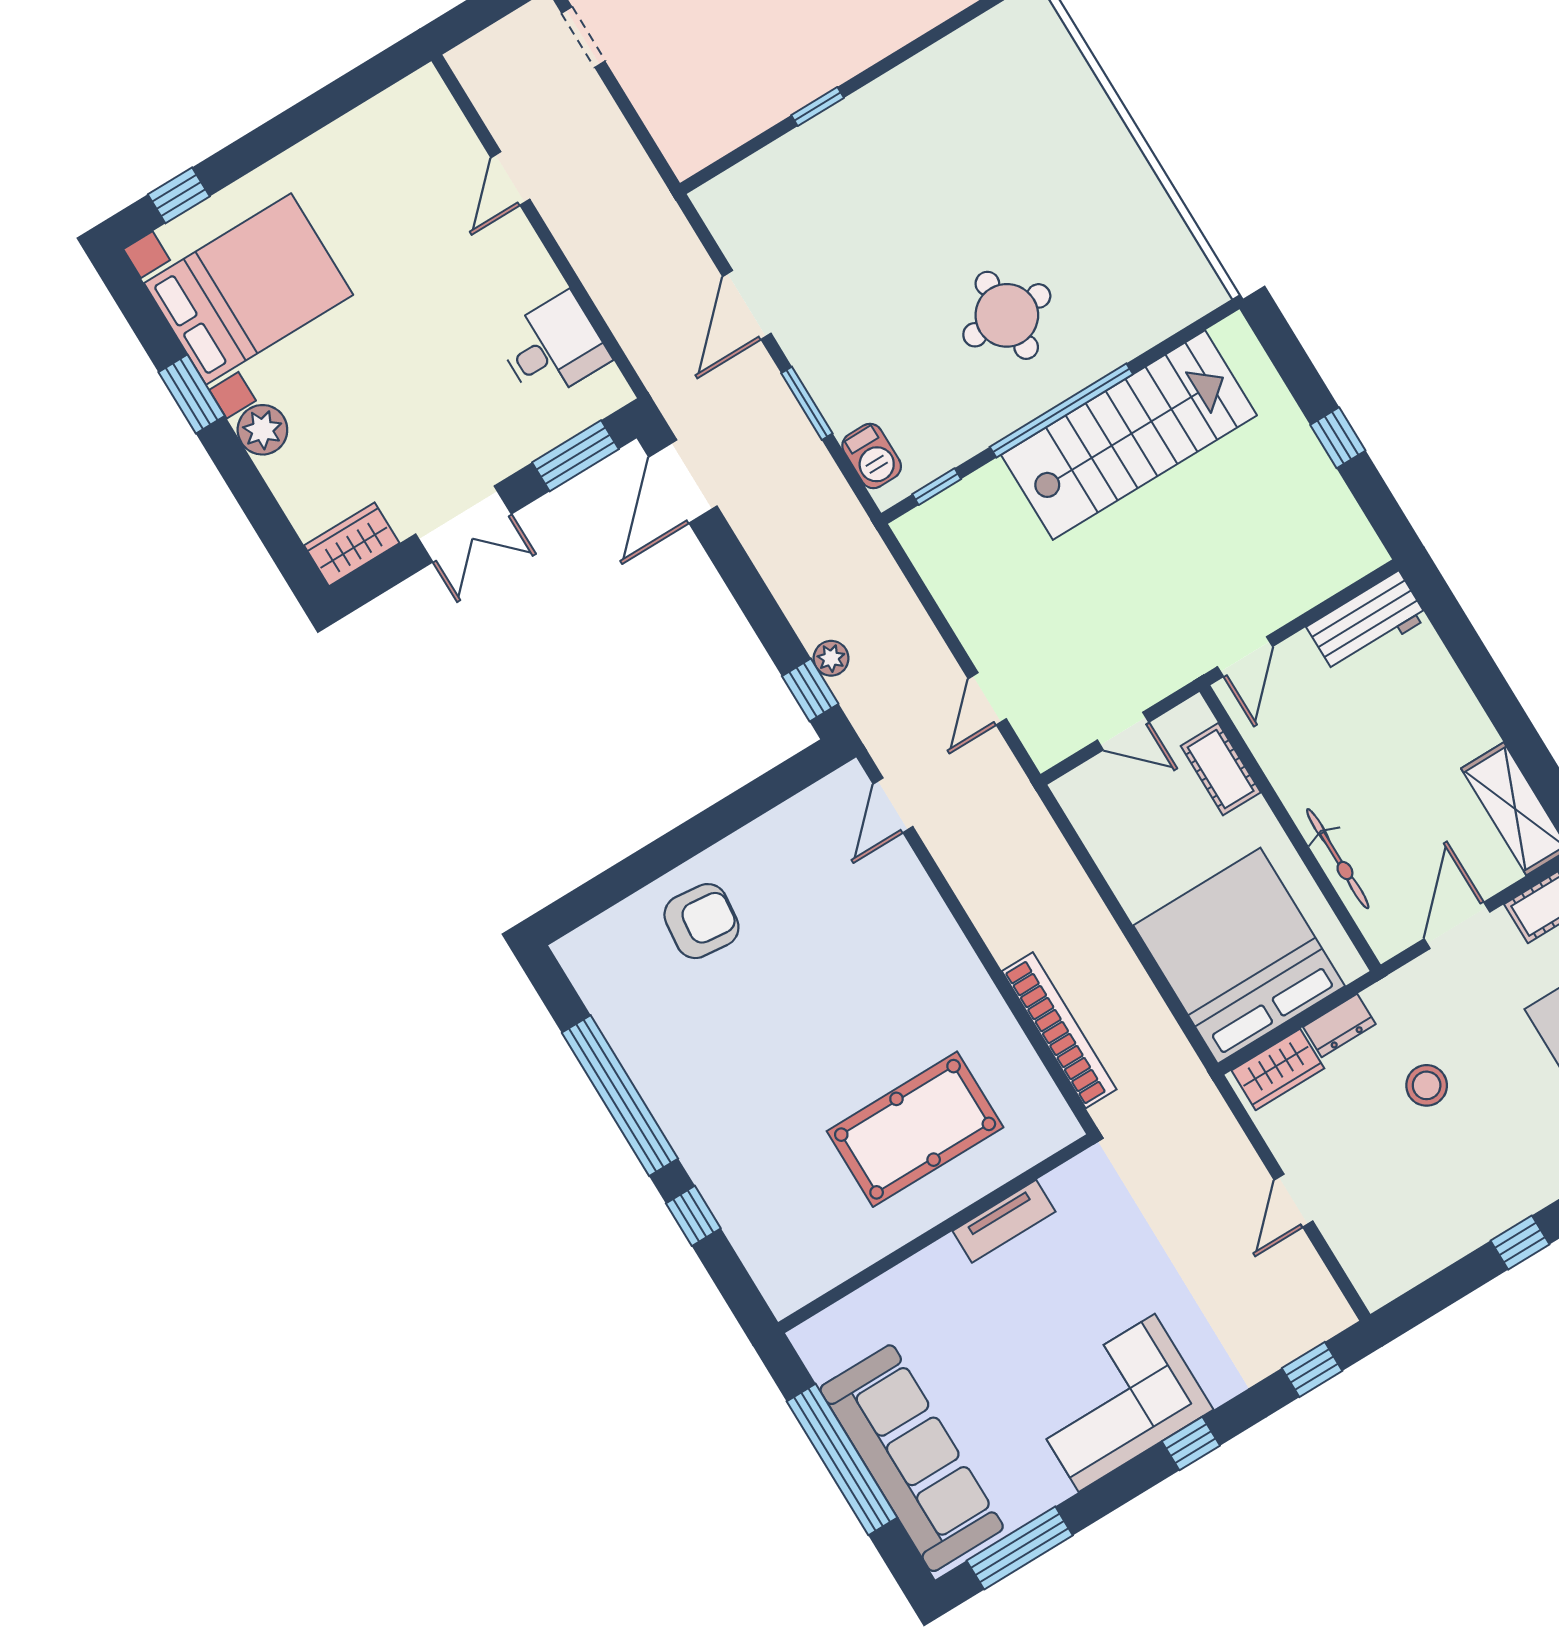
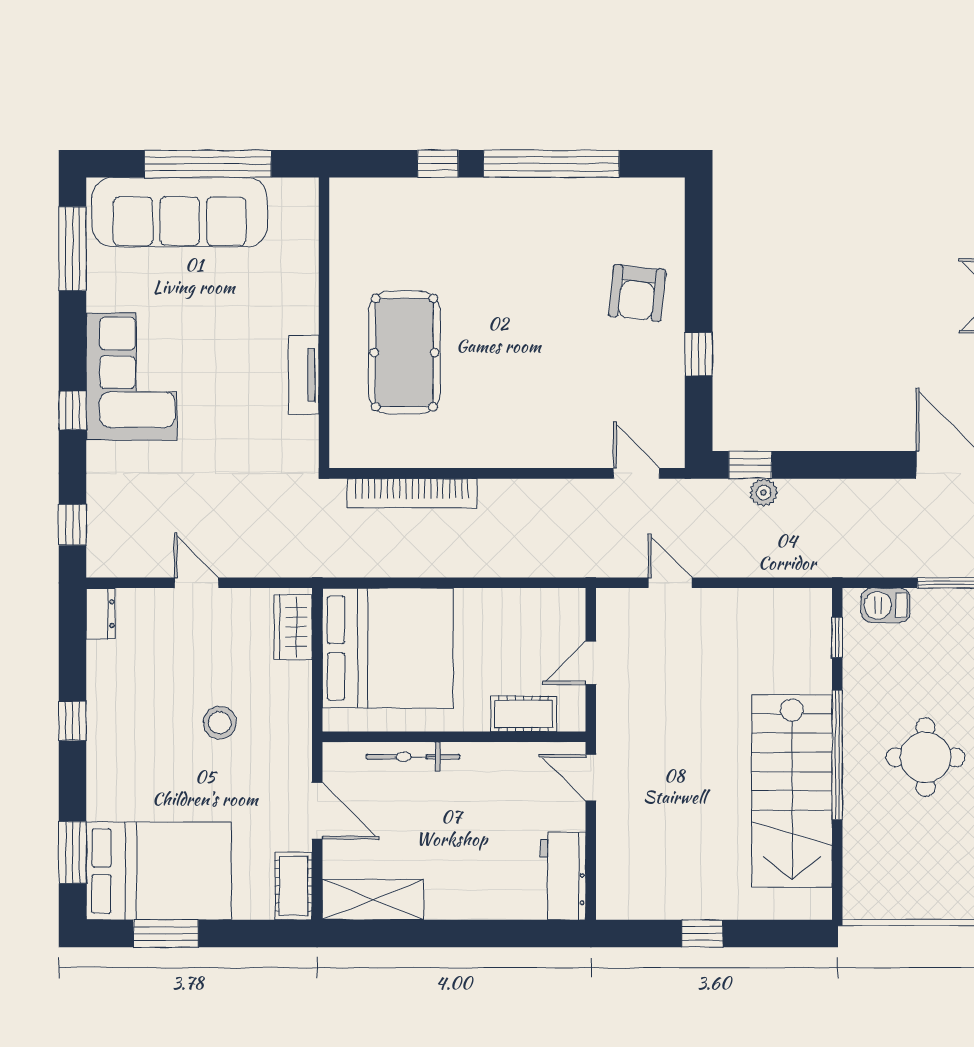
window: (726, 816) -> (699, 354), added
dresser: (1339, 1025) -> (101, 614), moved, turned 180

